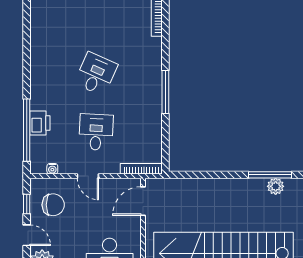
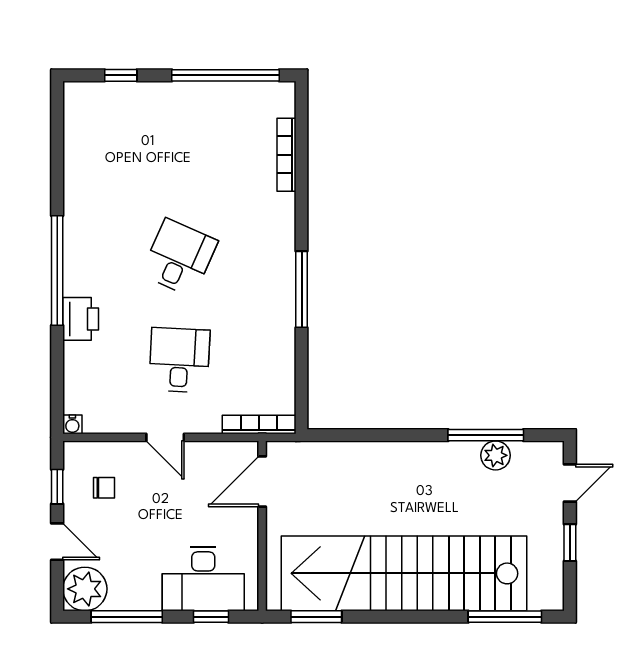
printer: (40, 123) -> (81, 319), moved
window: (27, 130) -> (57, 271), moved
water cooler: (52, 169) -> (72, 424), moved
chair: (53, 205) -> (104, 488), width x0.54, depth x0.54

